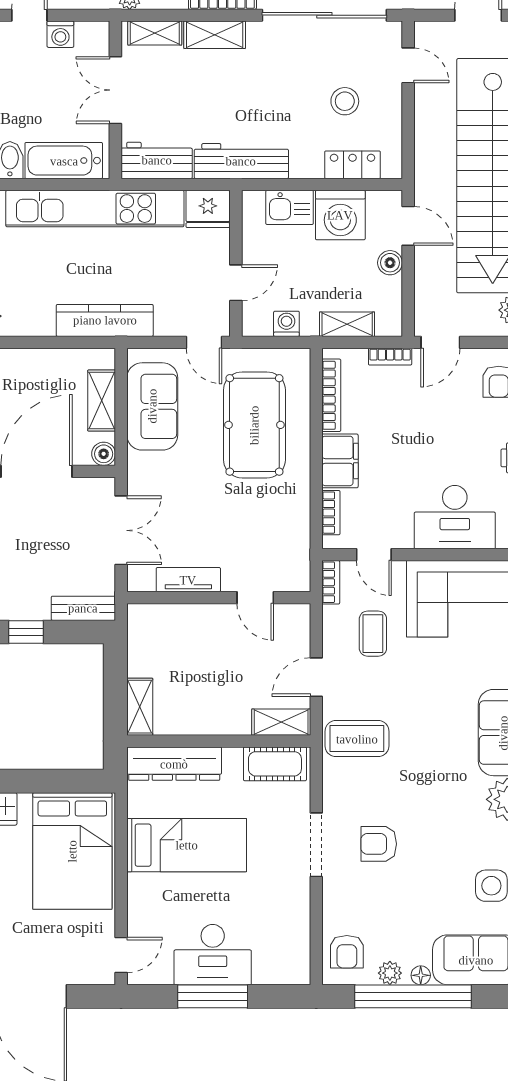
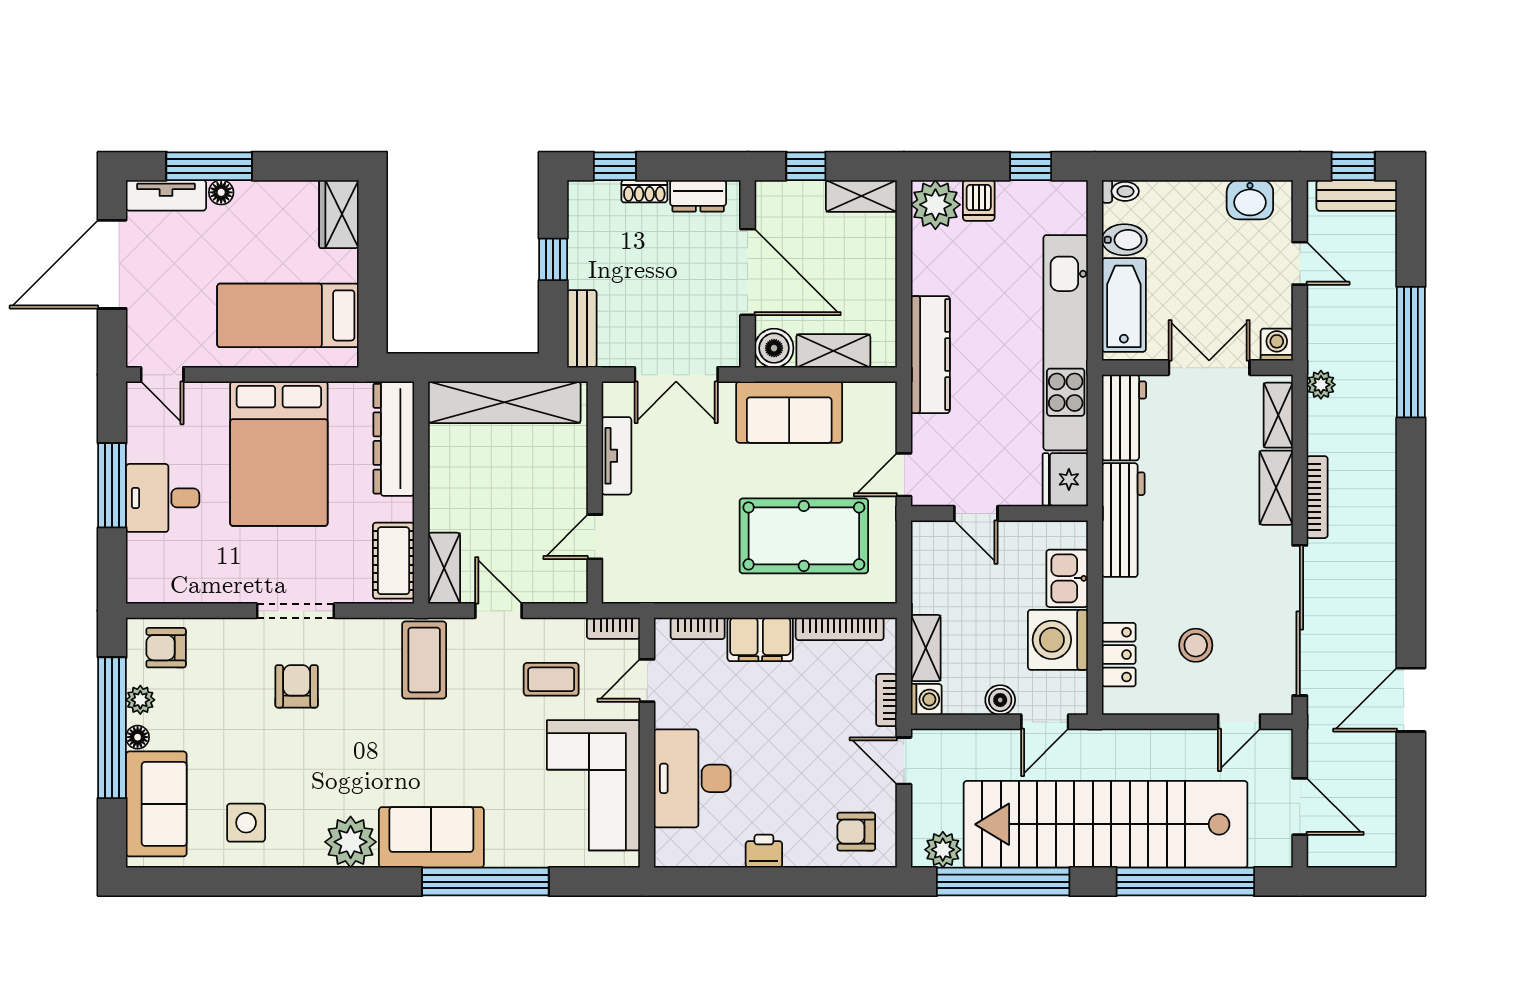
washing machine: (60, 34) -> (1277, 345), moved, turned 90
washing machine: (286, 324) -> (926, 699), moved
sofa: (152, 406) -> (789, 412), moved
boiler: (104, 454) -> (774, 348), width x1.36, depth x1.36
shelving: (140, 707) -> (504, 402), width x2.20, depth x1.33
bed: (187, 845) -> (279, 454), width x1.50
bed: (72, 851) -> (288, 315), width x0.67
desk: (213, 955) -> (163, 498), width x0.73

